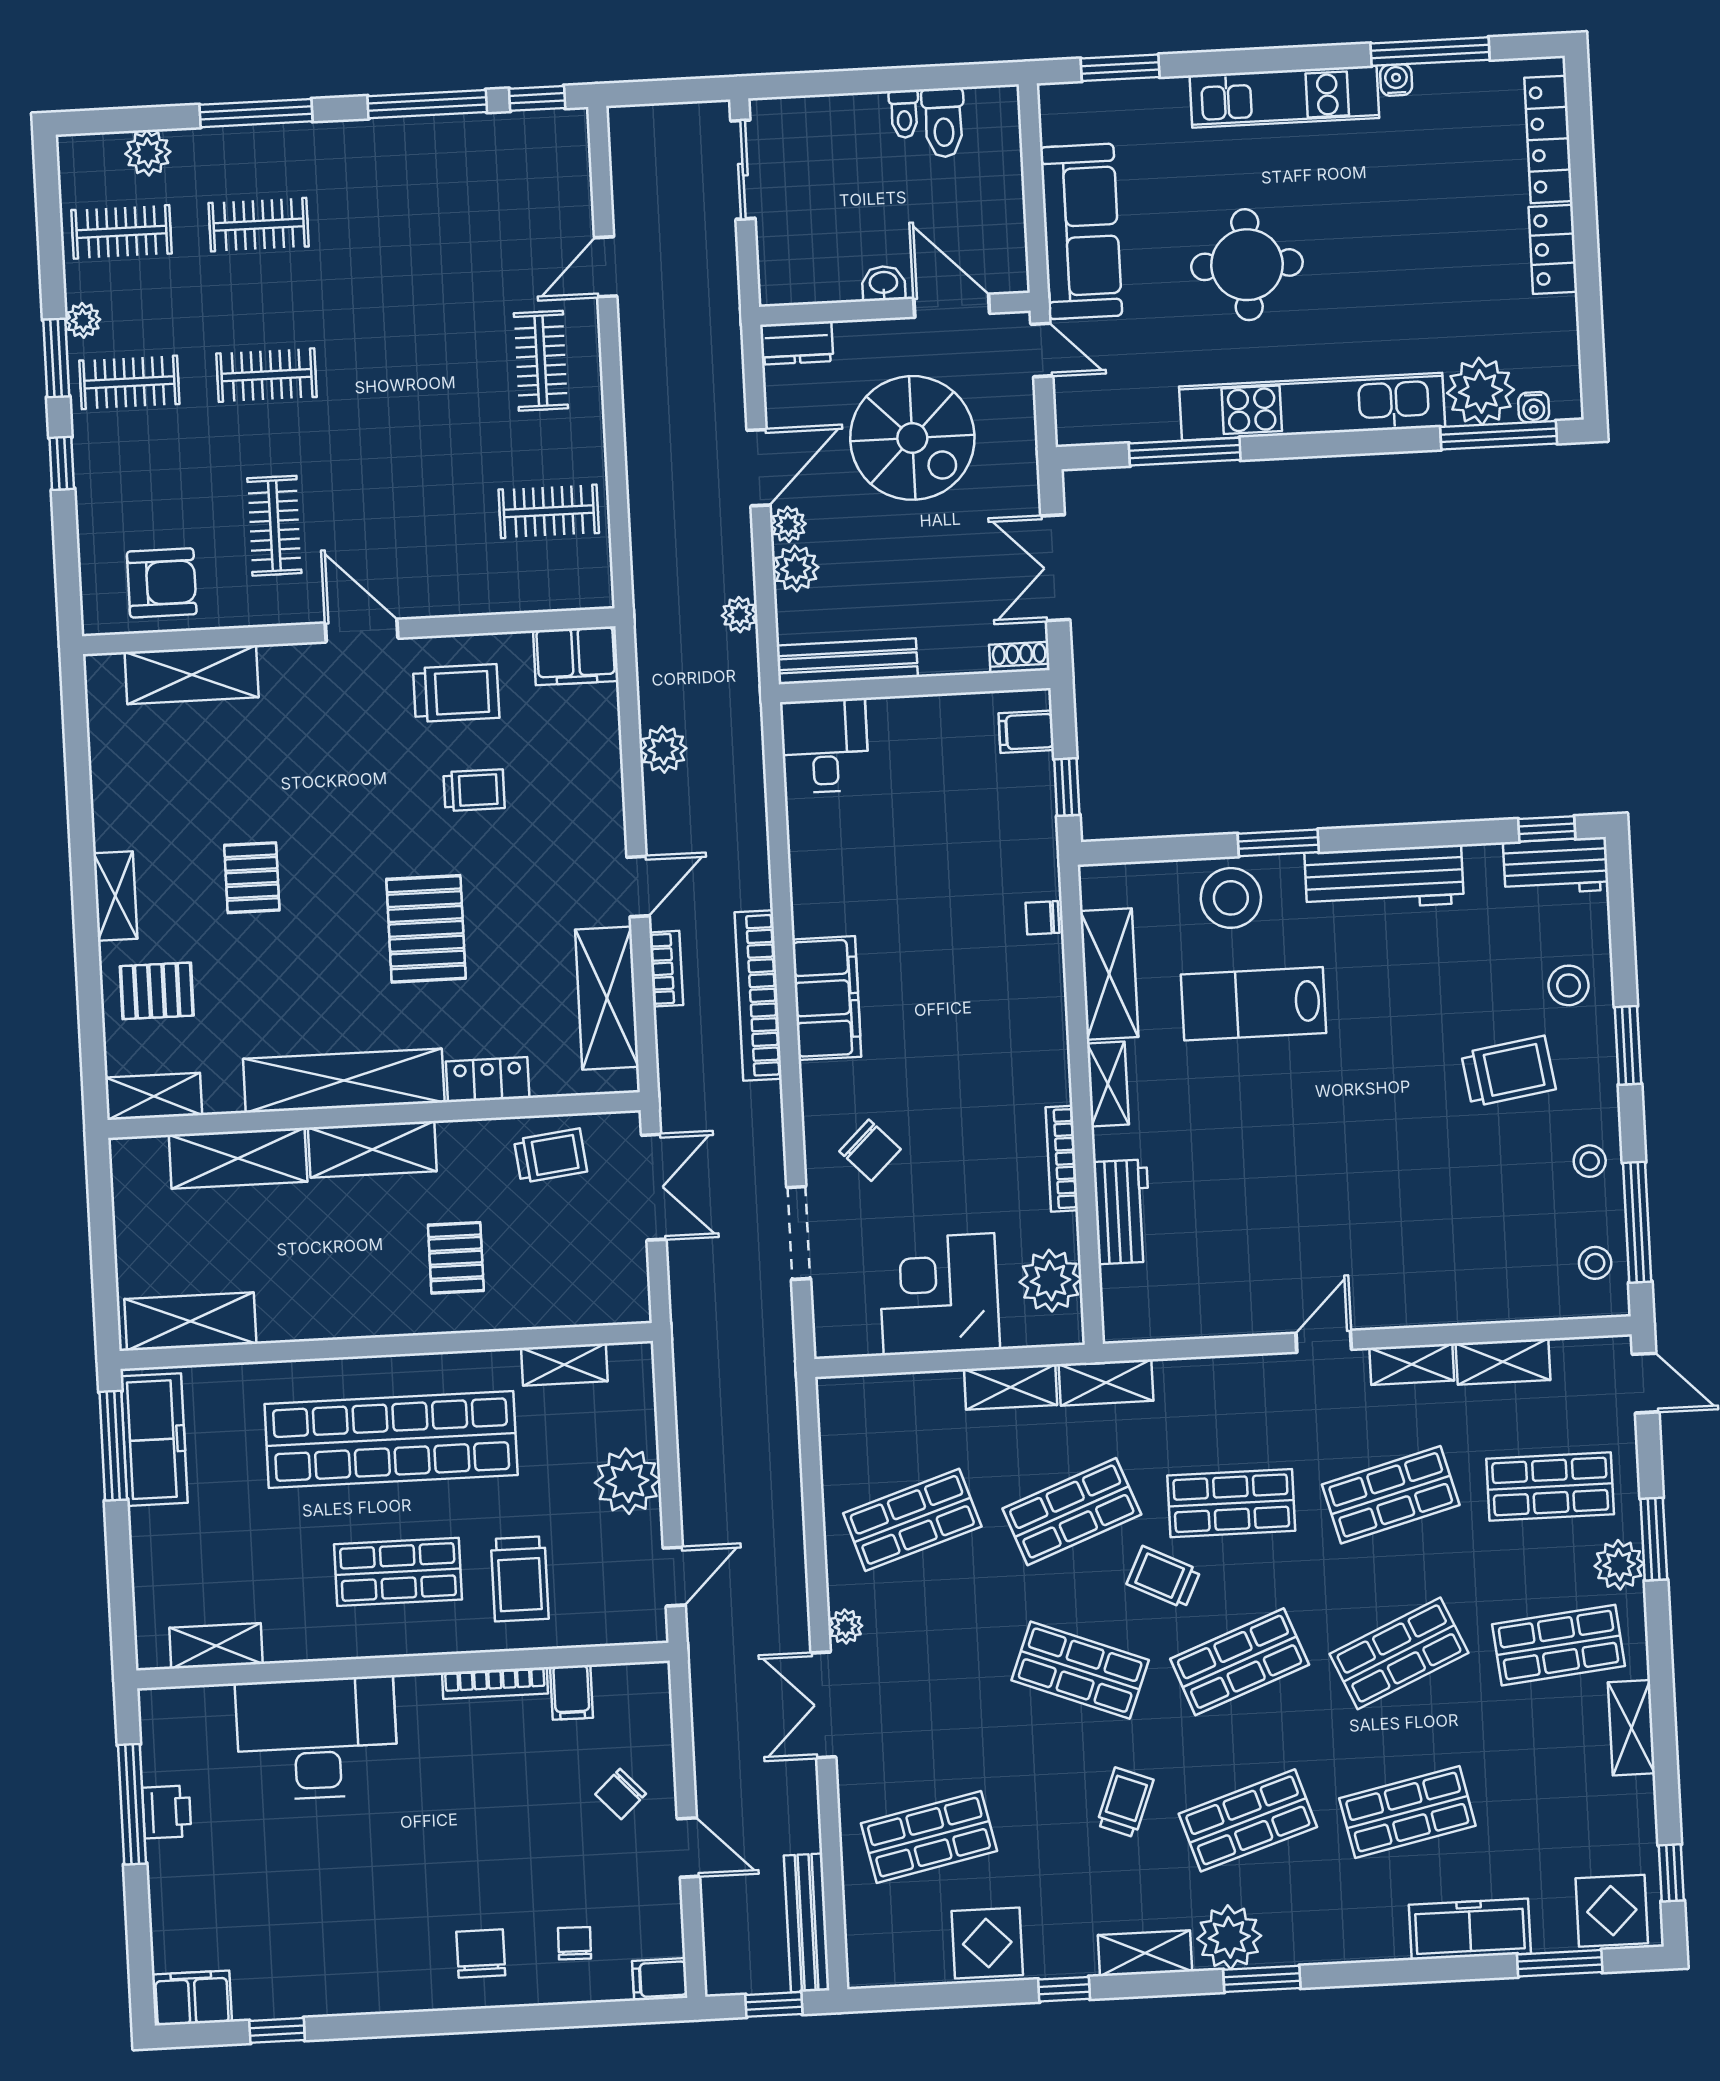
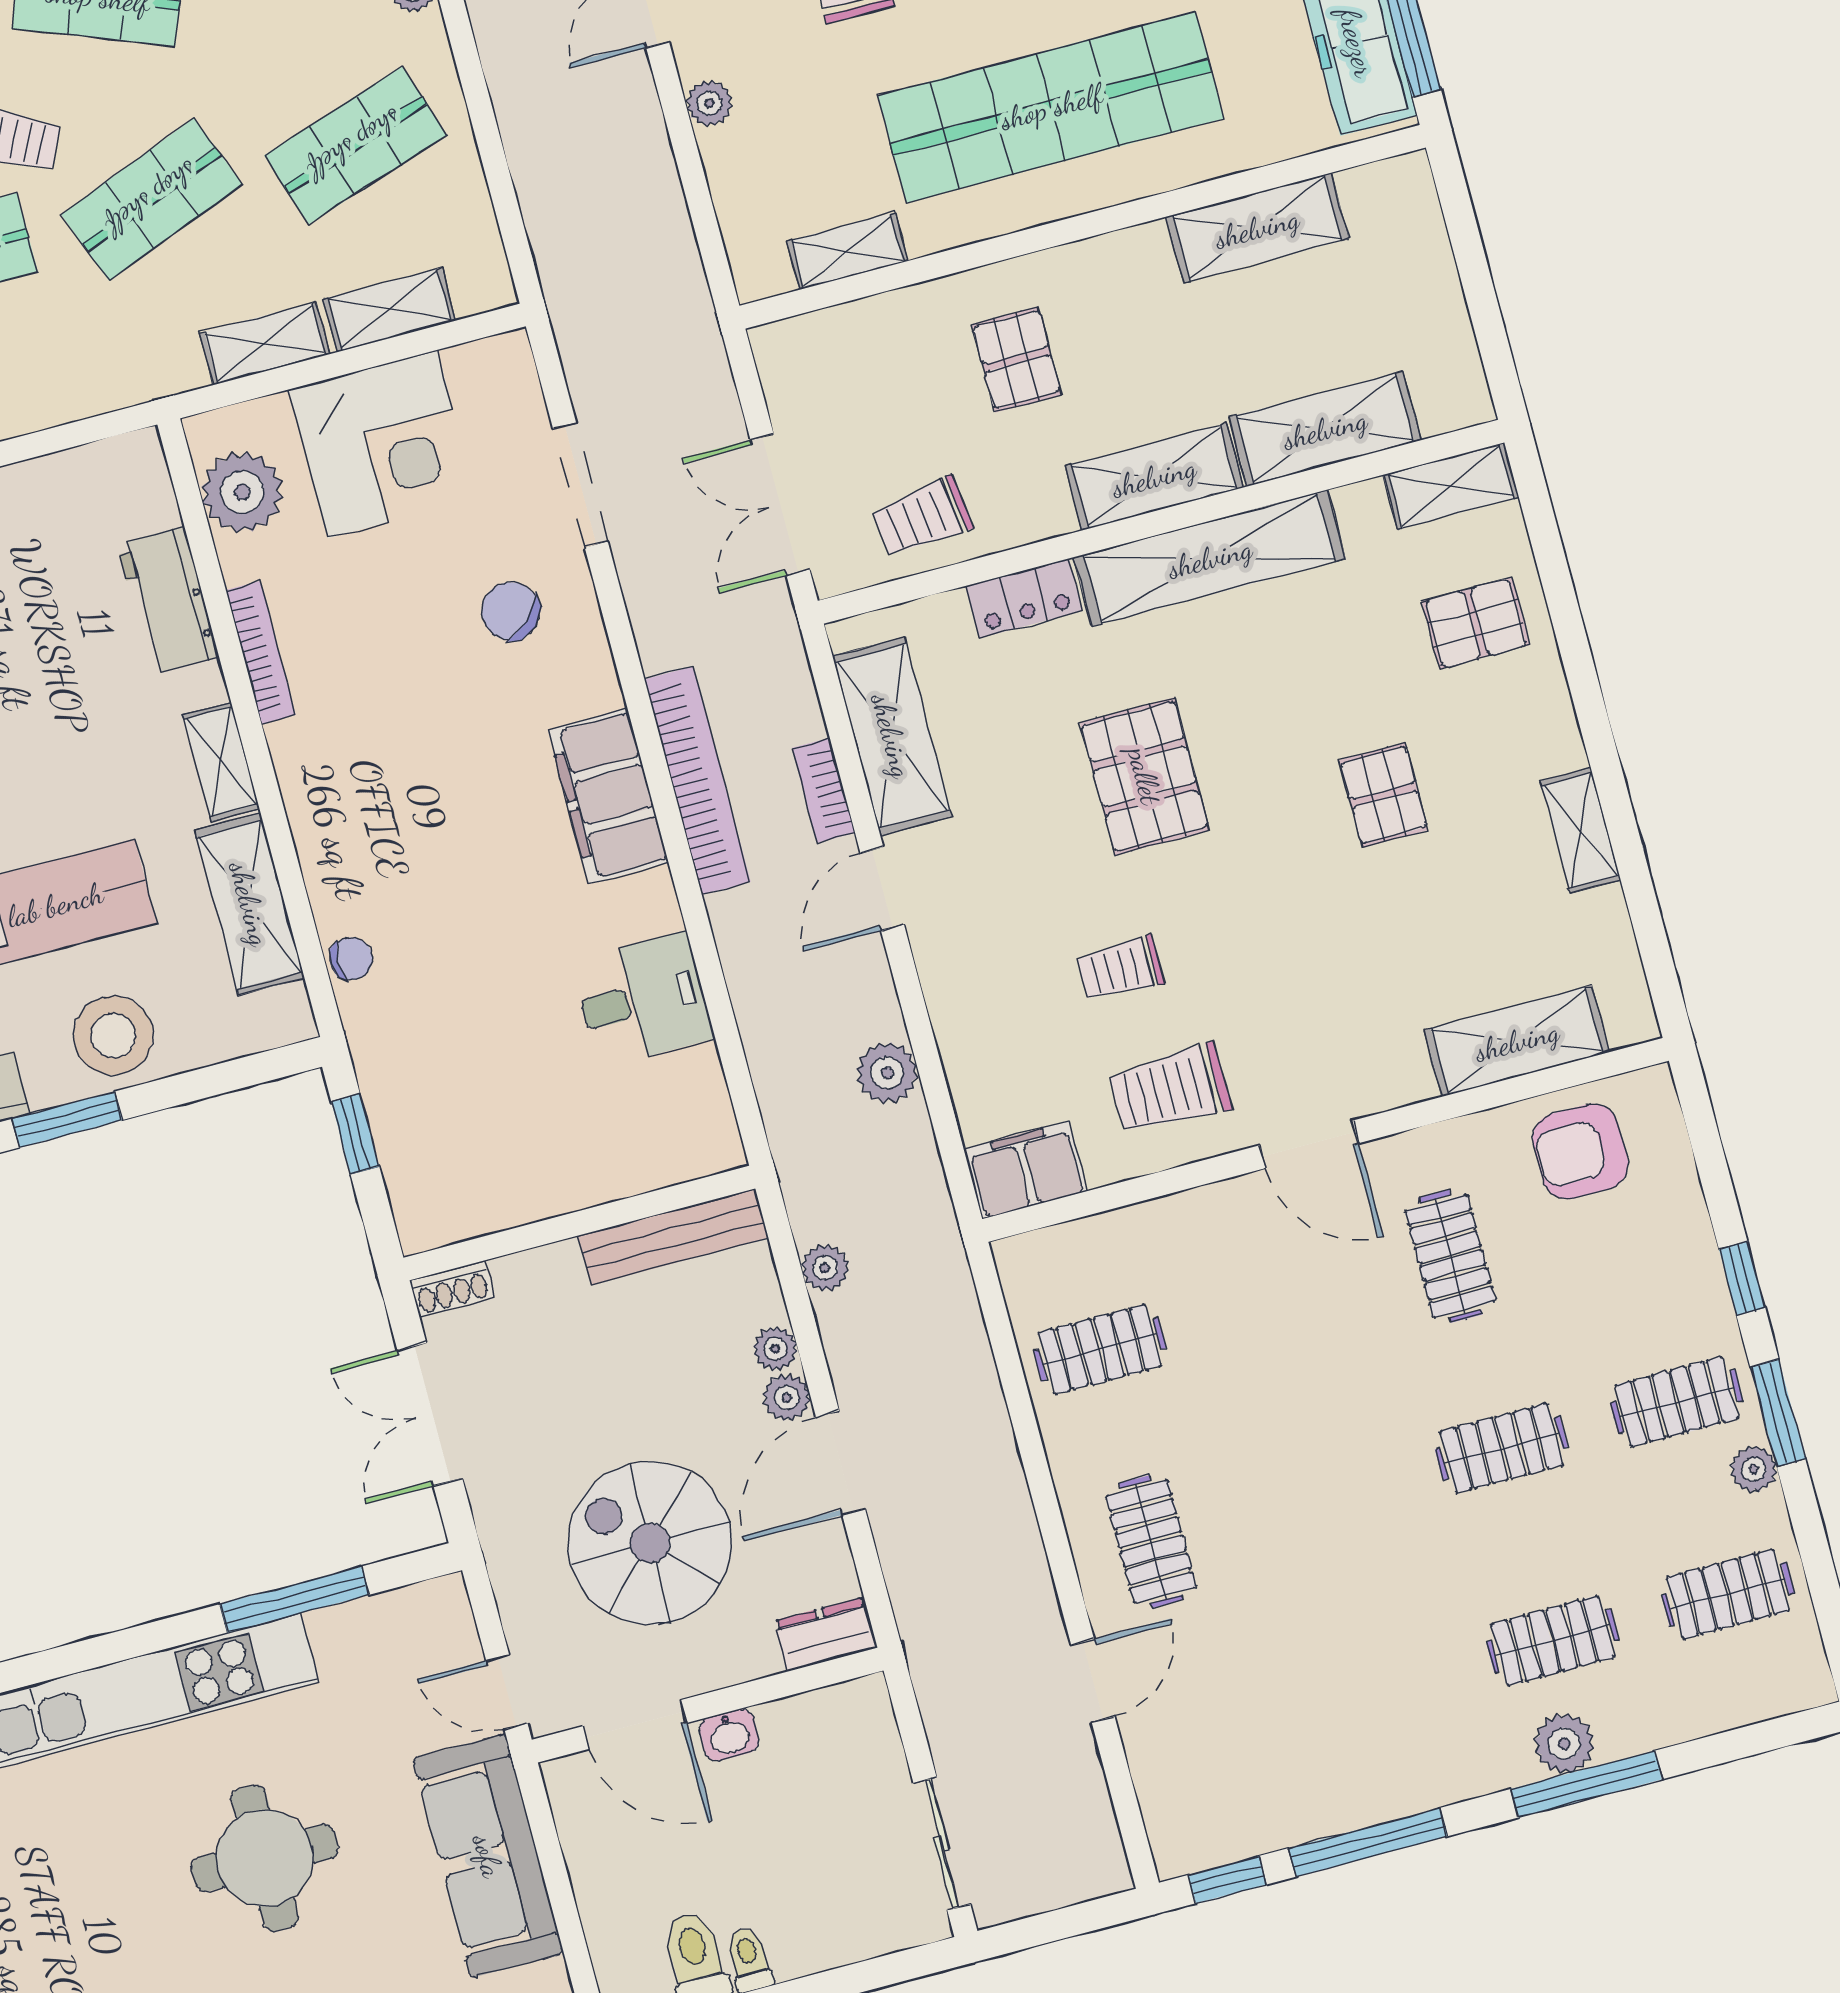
plant: (148, 153) -> (1564, 1744), moved
plant: (796, 568) -> (775, 1349), width x0.73, depth x0.73
double door: (1055, 568) -> (430, 1414), swing flipped
filing cabinet: (1026, 732) -> (423, 1195), removed
desk: (825, 746) -> (642, 1000), moved, turned -90
shelving: (115, 896) -> (1581, 830), moved
shelving: (190, 1321) -> (1257, 228), moved
shelving: (1106, 1383) -> (389, 310), moved
plant: (627, 1481) -> (709, 103), width x0.53, depth x0.53

